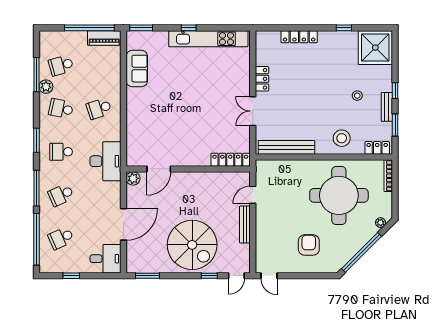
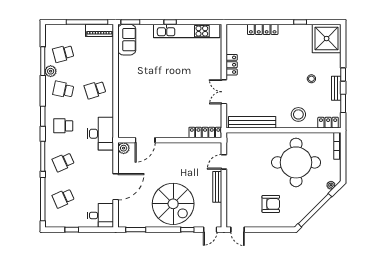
sofa: (137, 69) -> (127, 40), moved
armchair: (309, 245) -> (271, 204), turned 90

